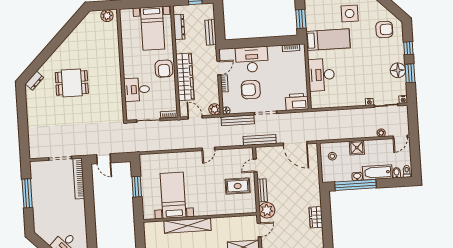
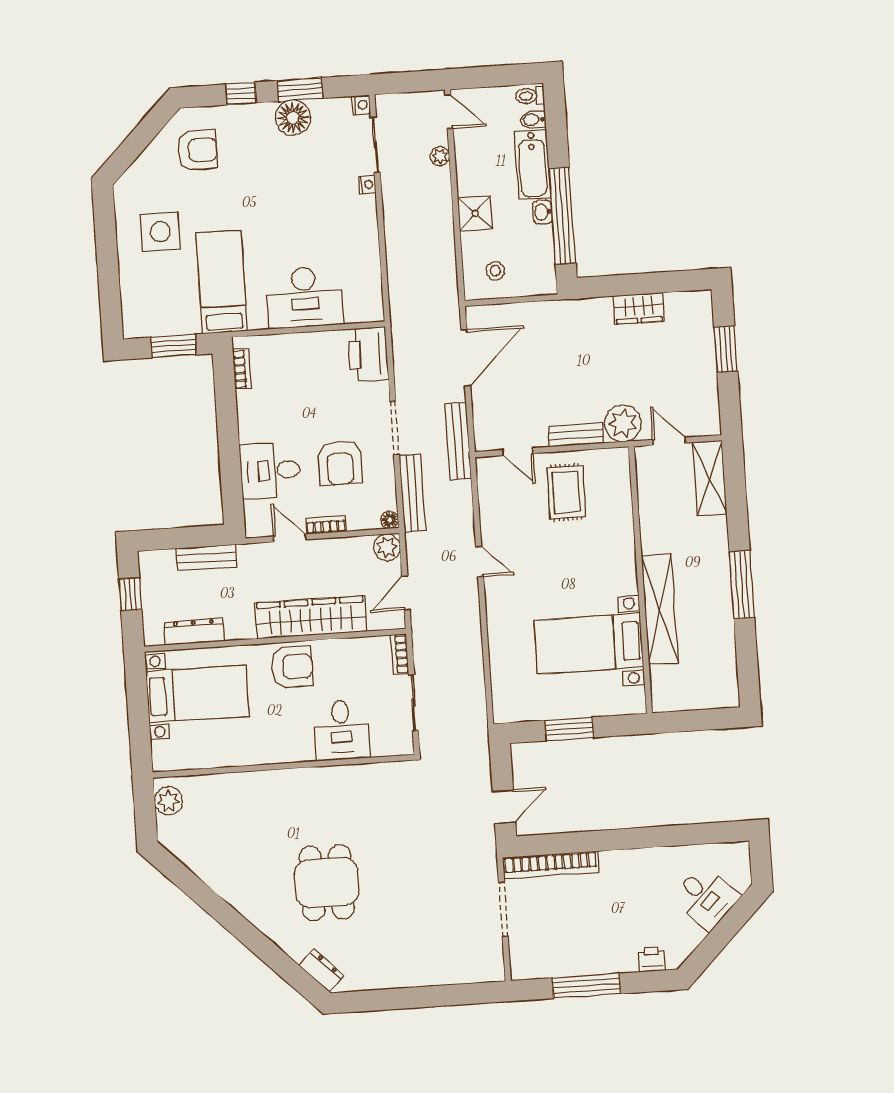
armchair: (384, 29) -> (197, 150), turned 90
desk: (252, 59) -> (270, 471), width x0.73
printer: (38, 221) -> (652, 959), added

